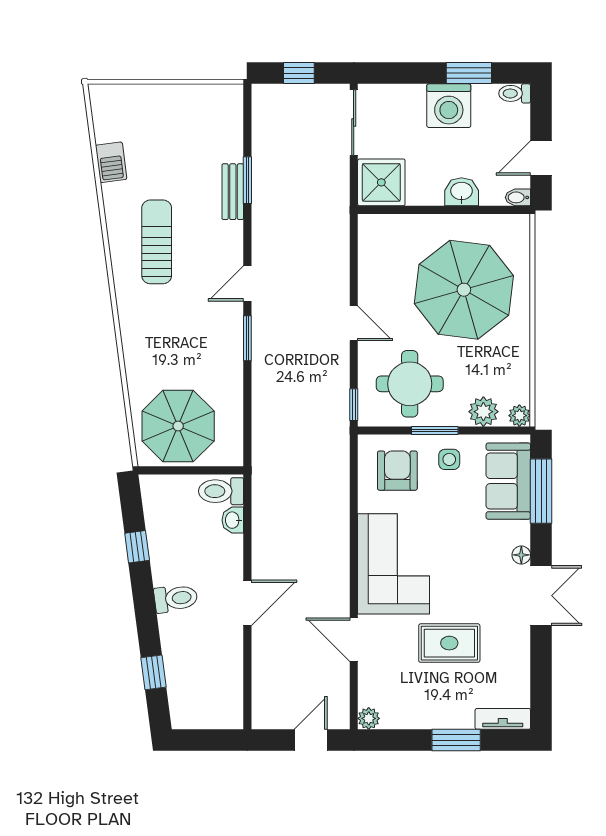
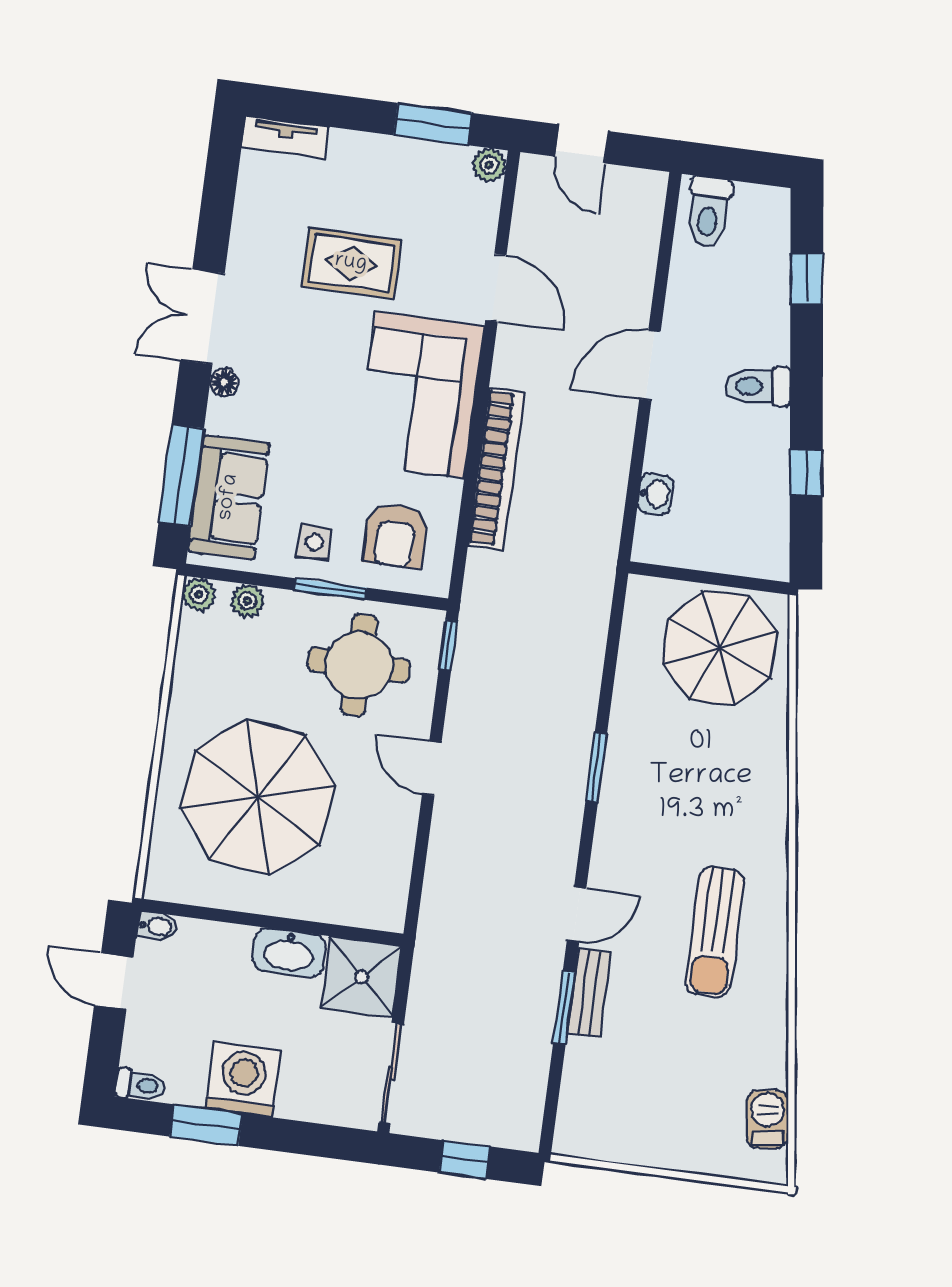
door: (541, 158) -> (114, 981), swing flipped
barbecue: (111, 162) -> (768, 1119), moved
washbasin: (462, 192) -> (289, 953), moved, width x1.38
door: (247, 283) -> (577, 915), moved
plant: (483, 412) -> (247, 601), width x0.73, depth x0.73
toilet: (221, 491) -> (709, 212), moved, turned 90
bookcase: (338, 523) -> (496, 469), added
door: (311, 740) -> (582, 144), hinge flipped
window: (456, 740) -> (433, 124), moved

